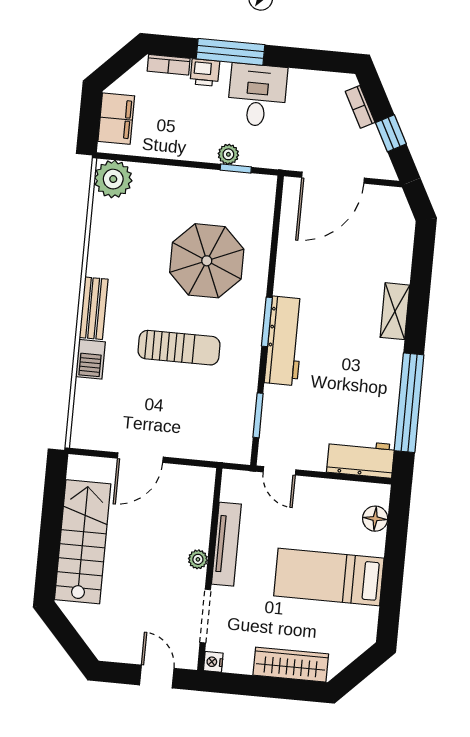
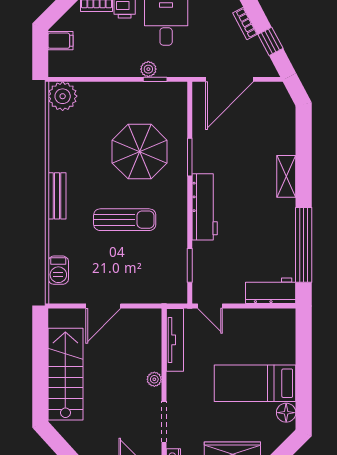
filing cabinet: (116, 119) -> (61, 41), width x0.50
window: (267, 322) -> (190, 157), moved
barbecue: (91, 359) -> (58, 270), moved
floor lamp: (375, 519) -> (286, 413), moved
tv unit: (226, 544) -> (175, 340), moved

